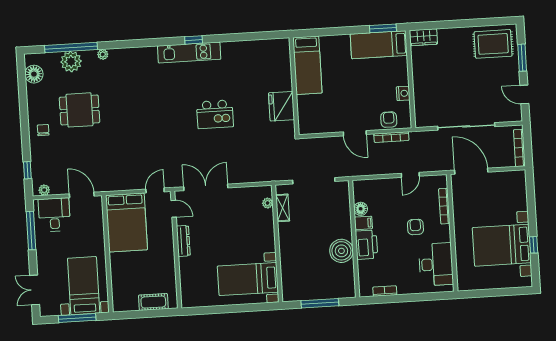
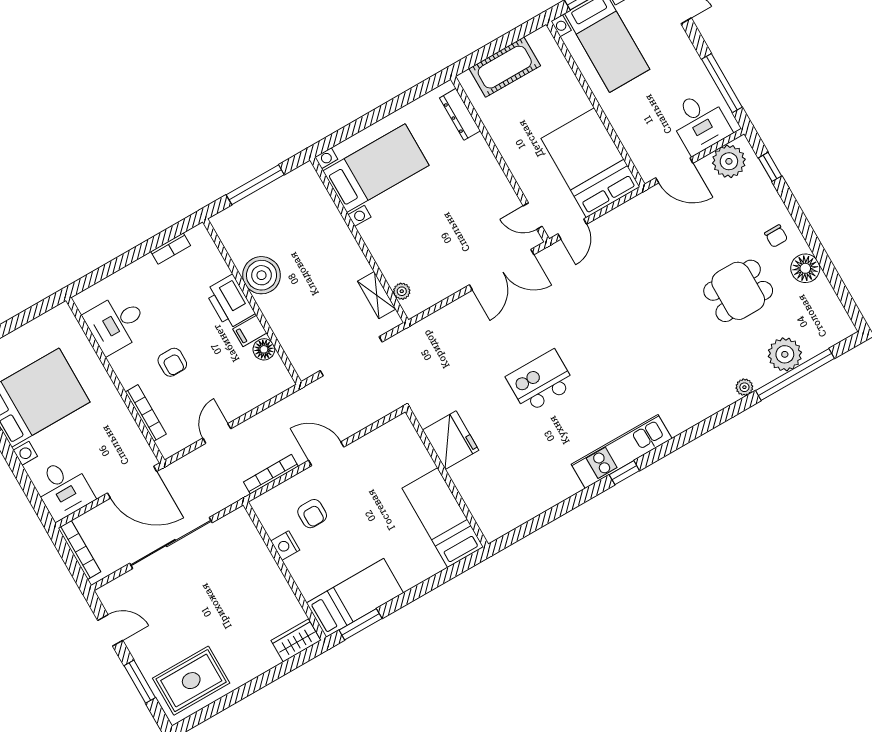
floor lamp: (34, 74) -> (805, 268), moved
armchair: (389, 120) -> (312, 514), moved
desk: (511, 187) -> (63, 489), added
plant: (44, 190) -> (729, 161), width x1.87, depth x1.87
dresser: (183, 241) -> (460, 114), moved
desk: (436, 264) -> (116, 323), width x0.73
cot: (153, 302) -> (505, 67), width x1.37, depth x1.34

